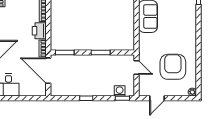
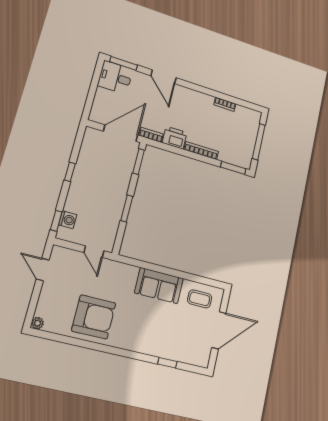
armchair: (173, 67) -> (94, 317), moved
door: (136, 68) -> (94, 252), hinge flipped

